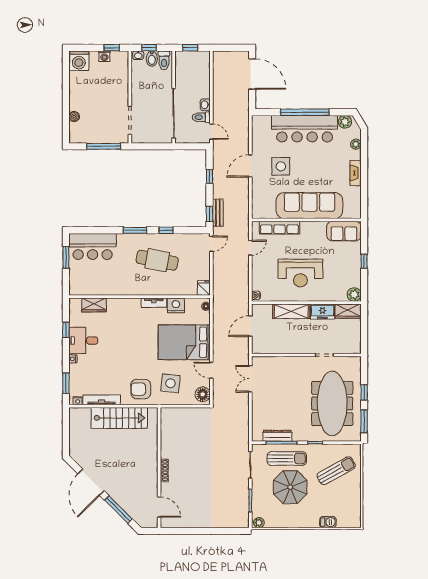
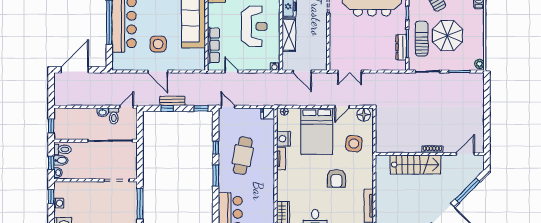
bench: (218, 213) -> (172, 101), moved
armchair: (141, 389) -> (336, 178), moved
stairs: (119, 418) -> (415, 165), moved, turned 90

